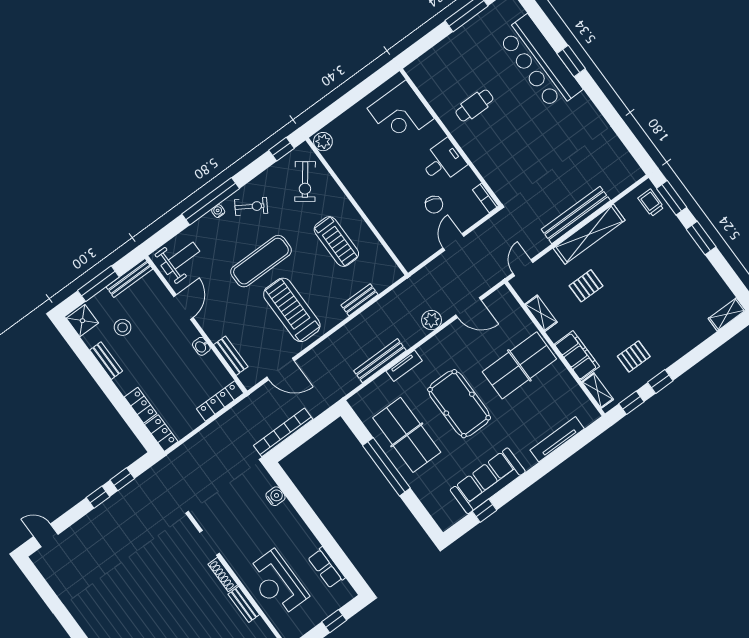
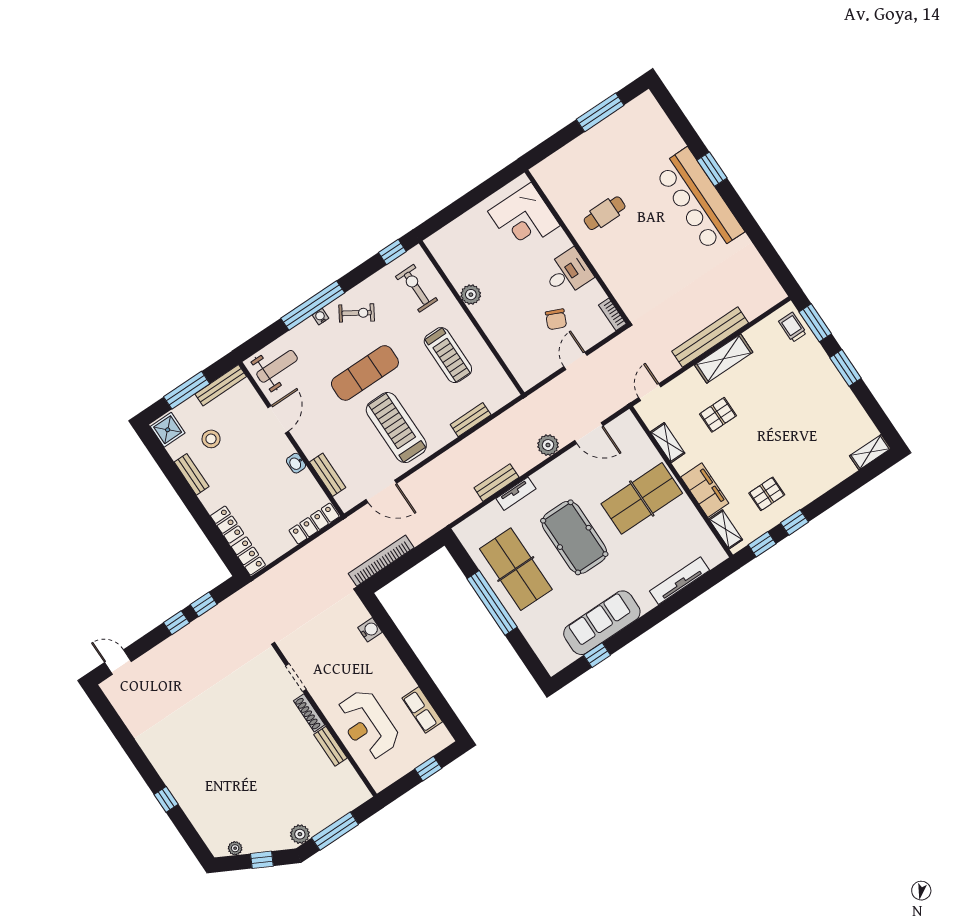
bar counter: (540, 63) -> (699, 201), moved
plant: (323, 142) -> (471, 295), moved
exercise bike: (305, 182) -> (417, 288), turned 143
shelving: (589, 234) -> (724, 359), width x0.68
bench: (380, 361) -> (497, 483), width x0.73

